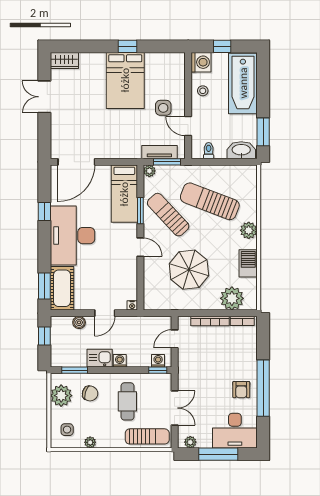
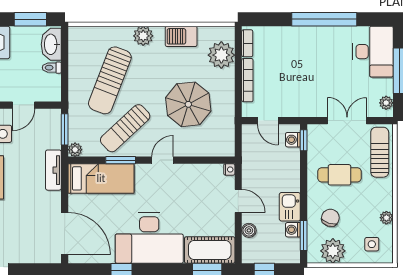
toilet: (209, 151) -> (52, 68), moved
tv unit: (159, 152) -> (53, 170), moved
washing machine: (120, 361) -> (293, 230), moved
armchair: (241, 390) -> (326, 44), removed

